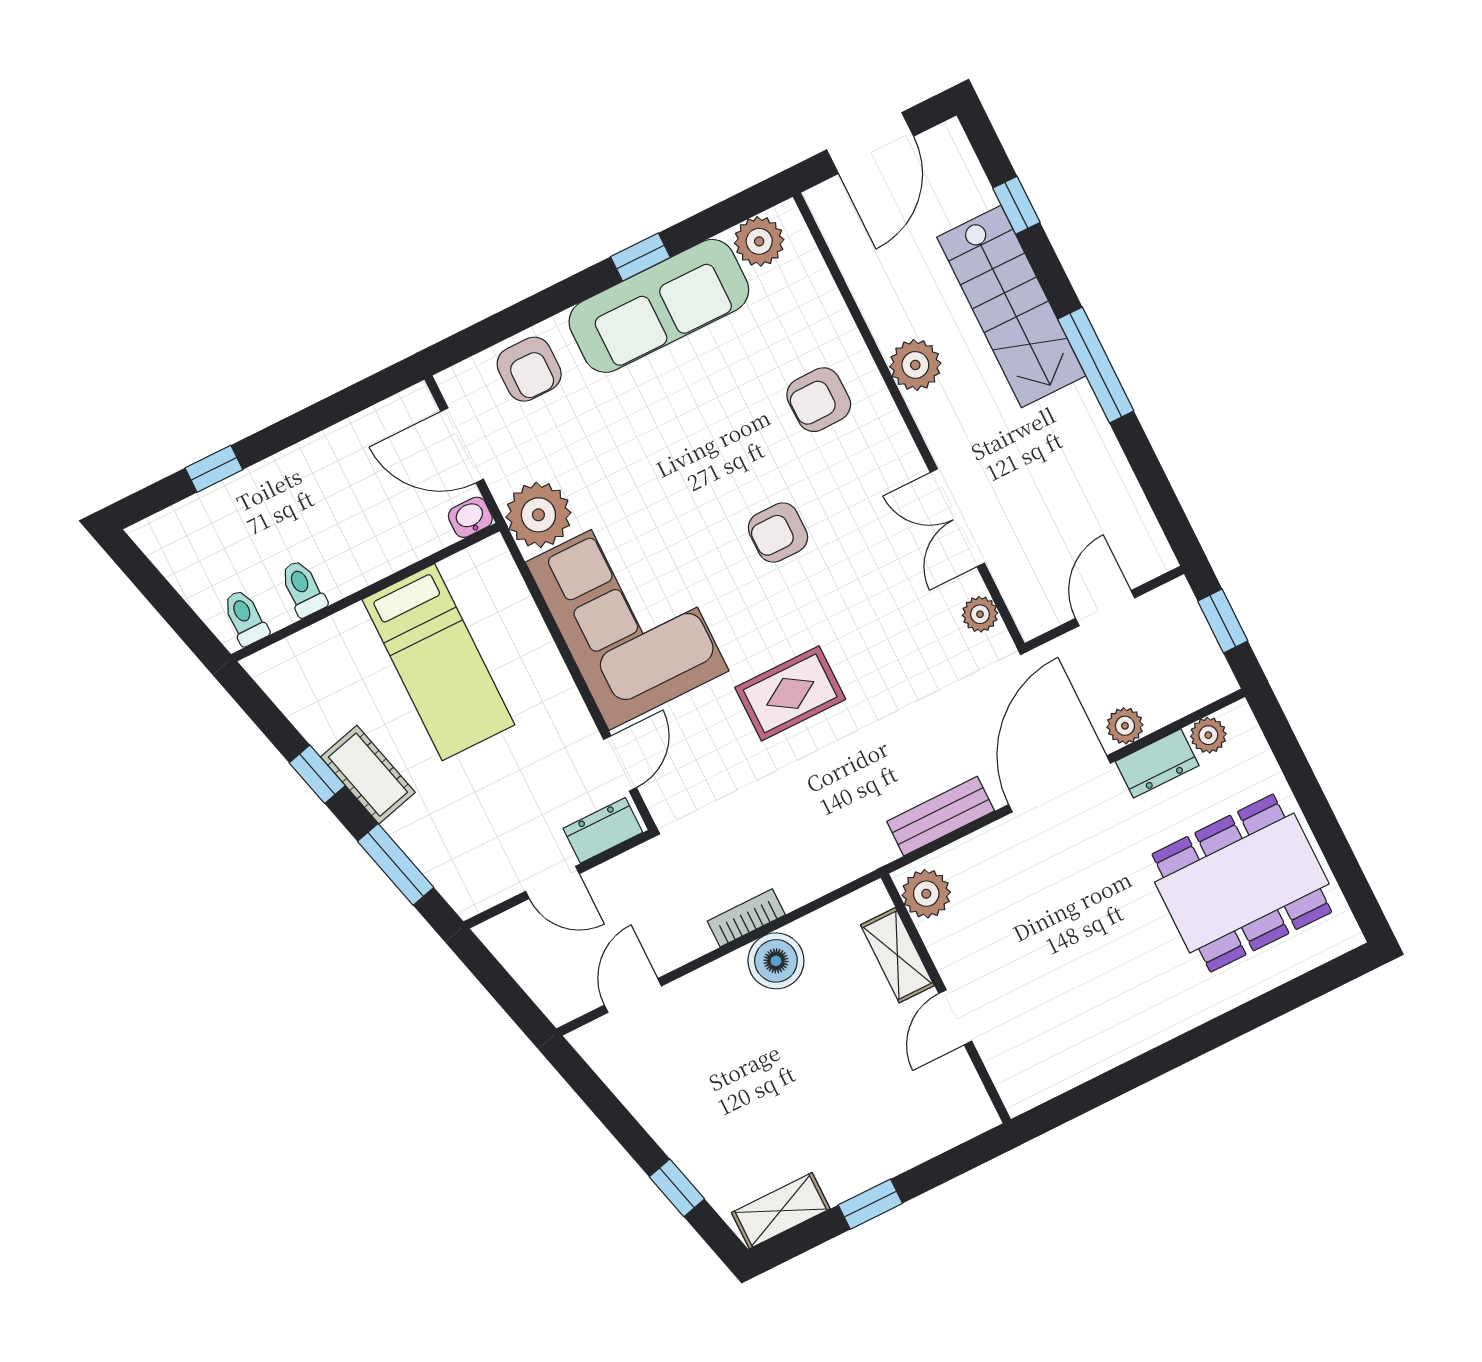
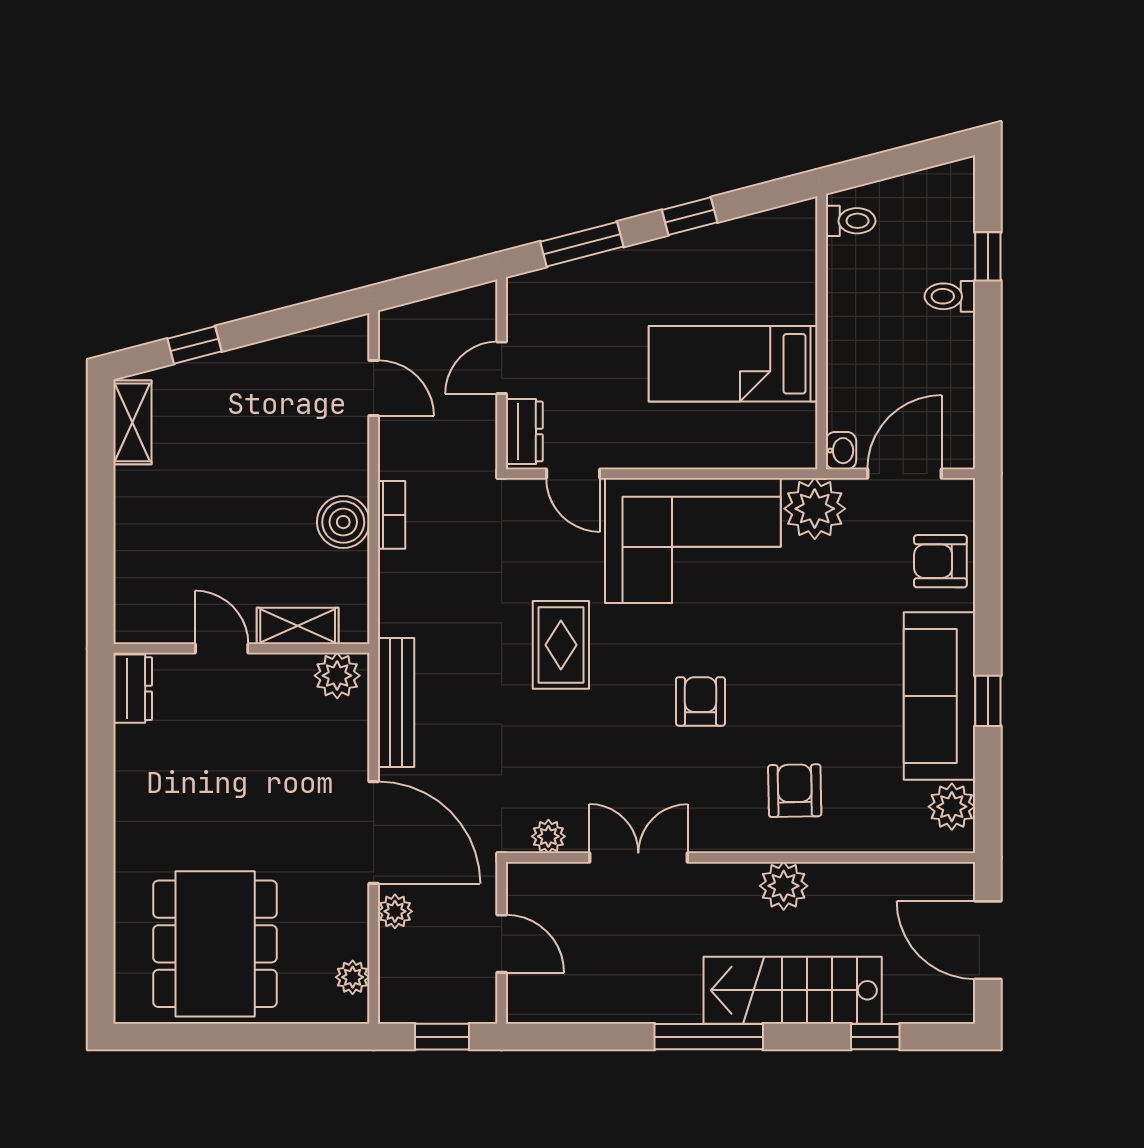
toilet: (303, 588) -> (950, 296), moved, turned 180
dresser: (1157, 763) -> (133, 689), moved, turned 180
cot: (368, 775) -> (668, 258), removed
bench: (941, 816) -> (396, 702), width x1.36
window: (870, 1204) -> (101, 500), removed

